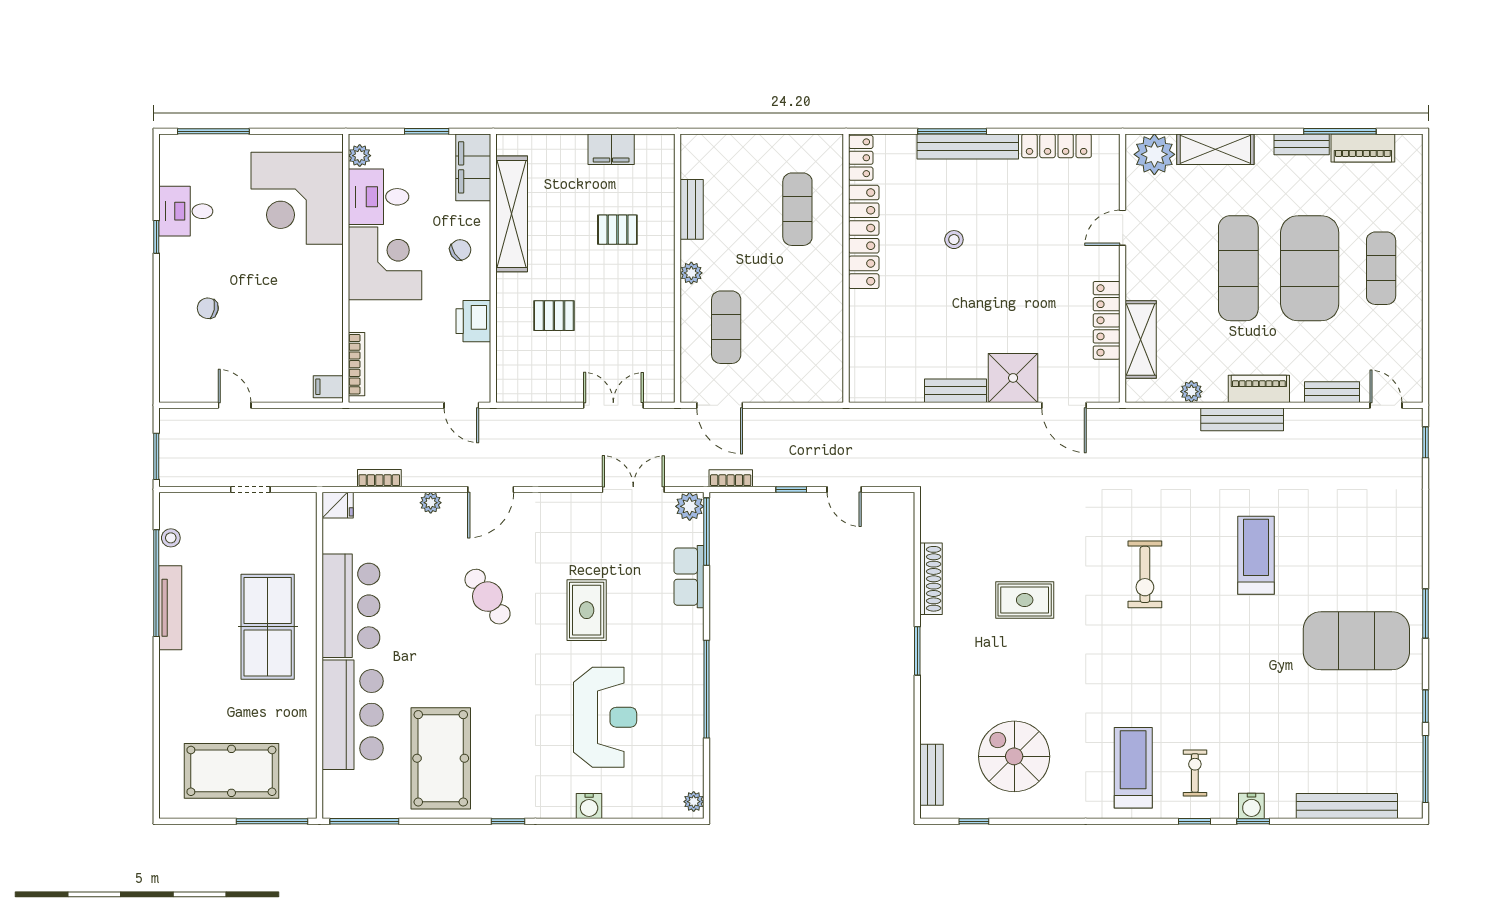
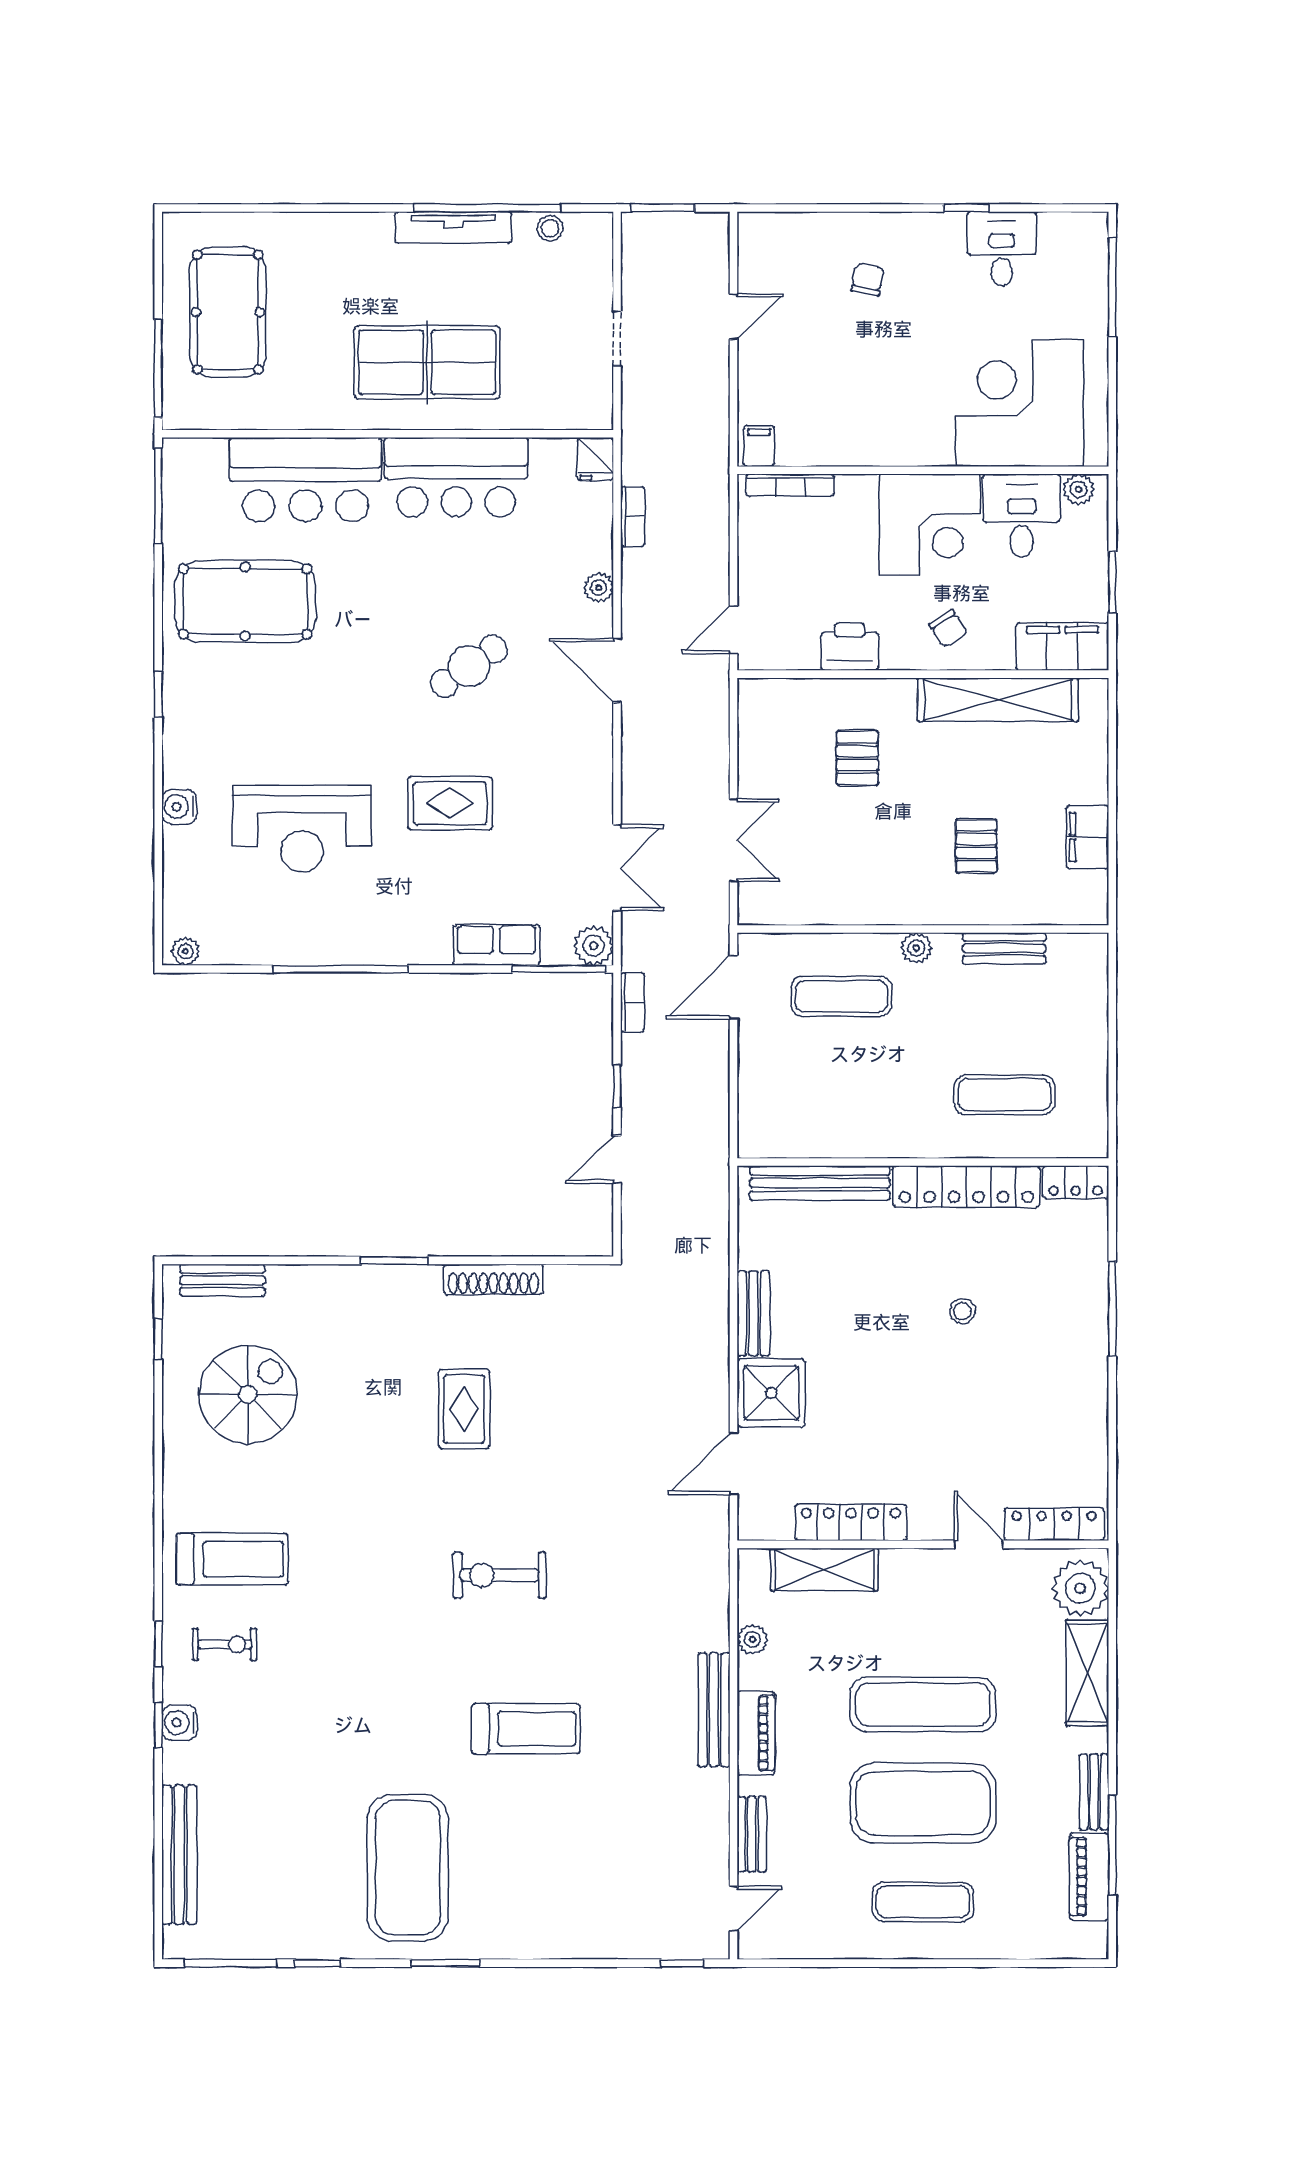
bench: (968, 146) -> (820, 1183), moved, turned 90
locker: (1057, 146) -> (1054, 1524), moved, turned 90

